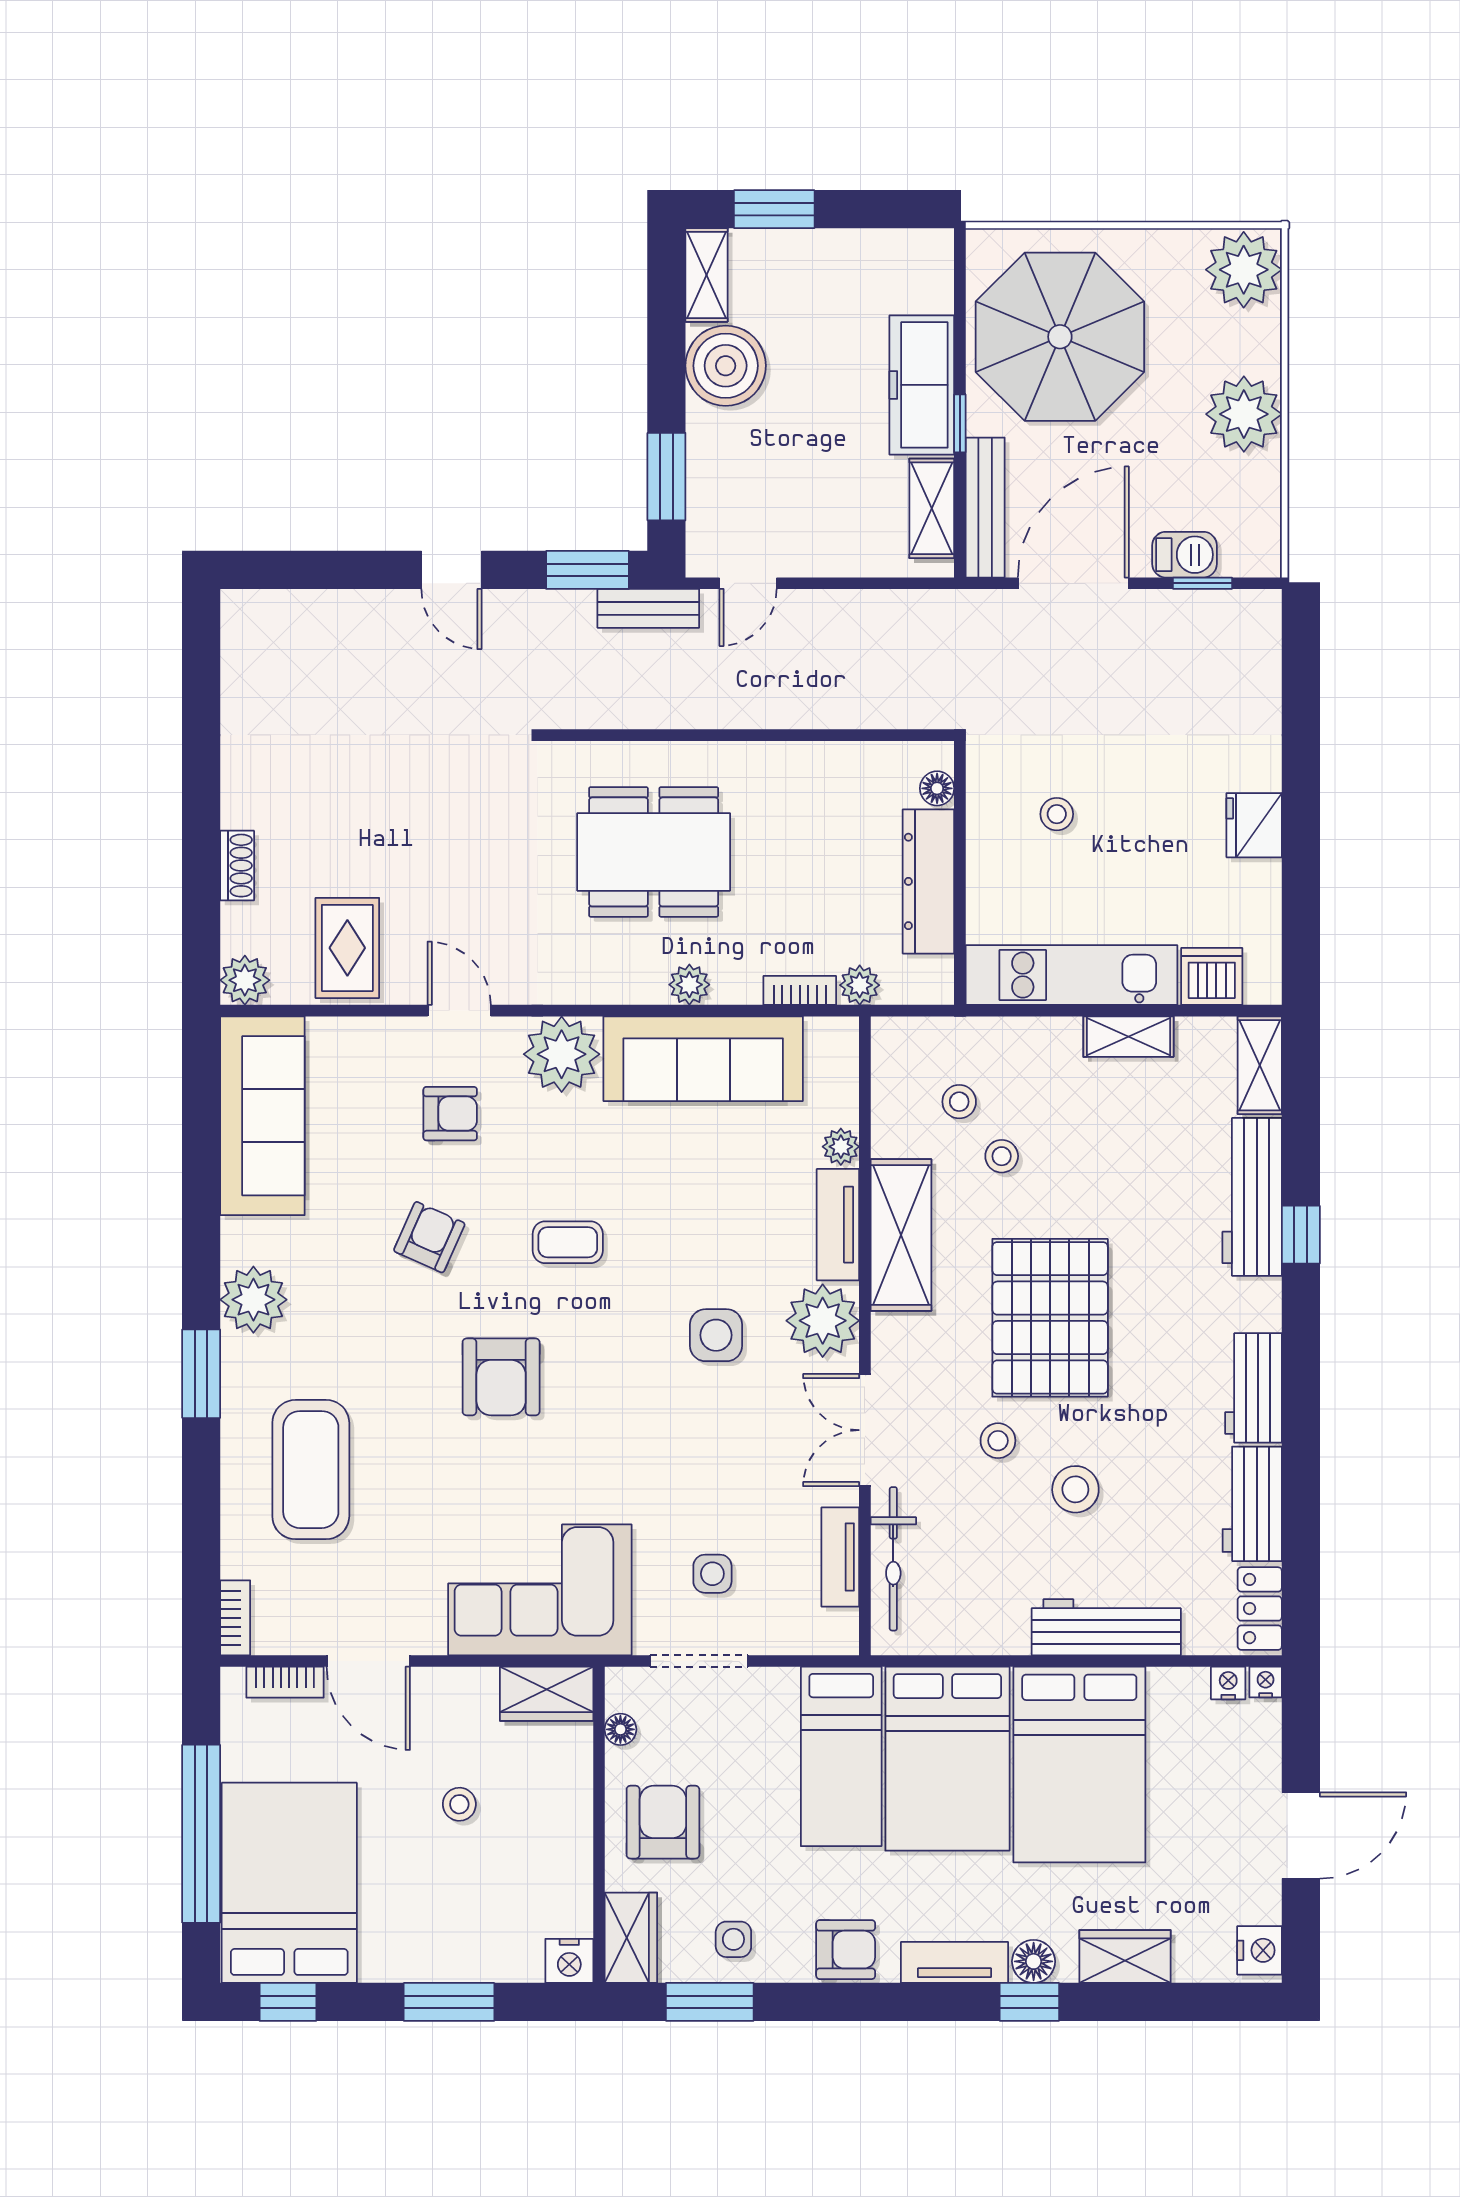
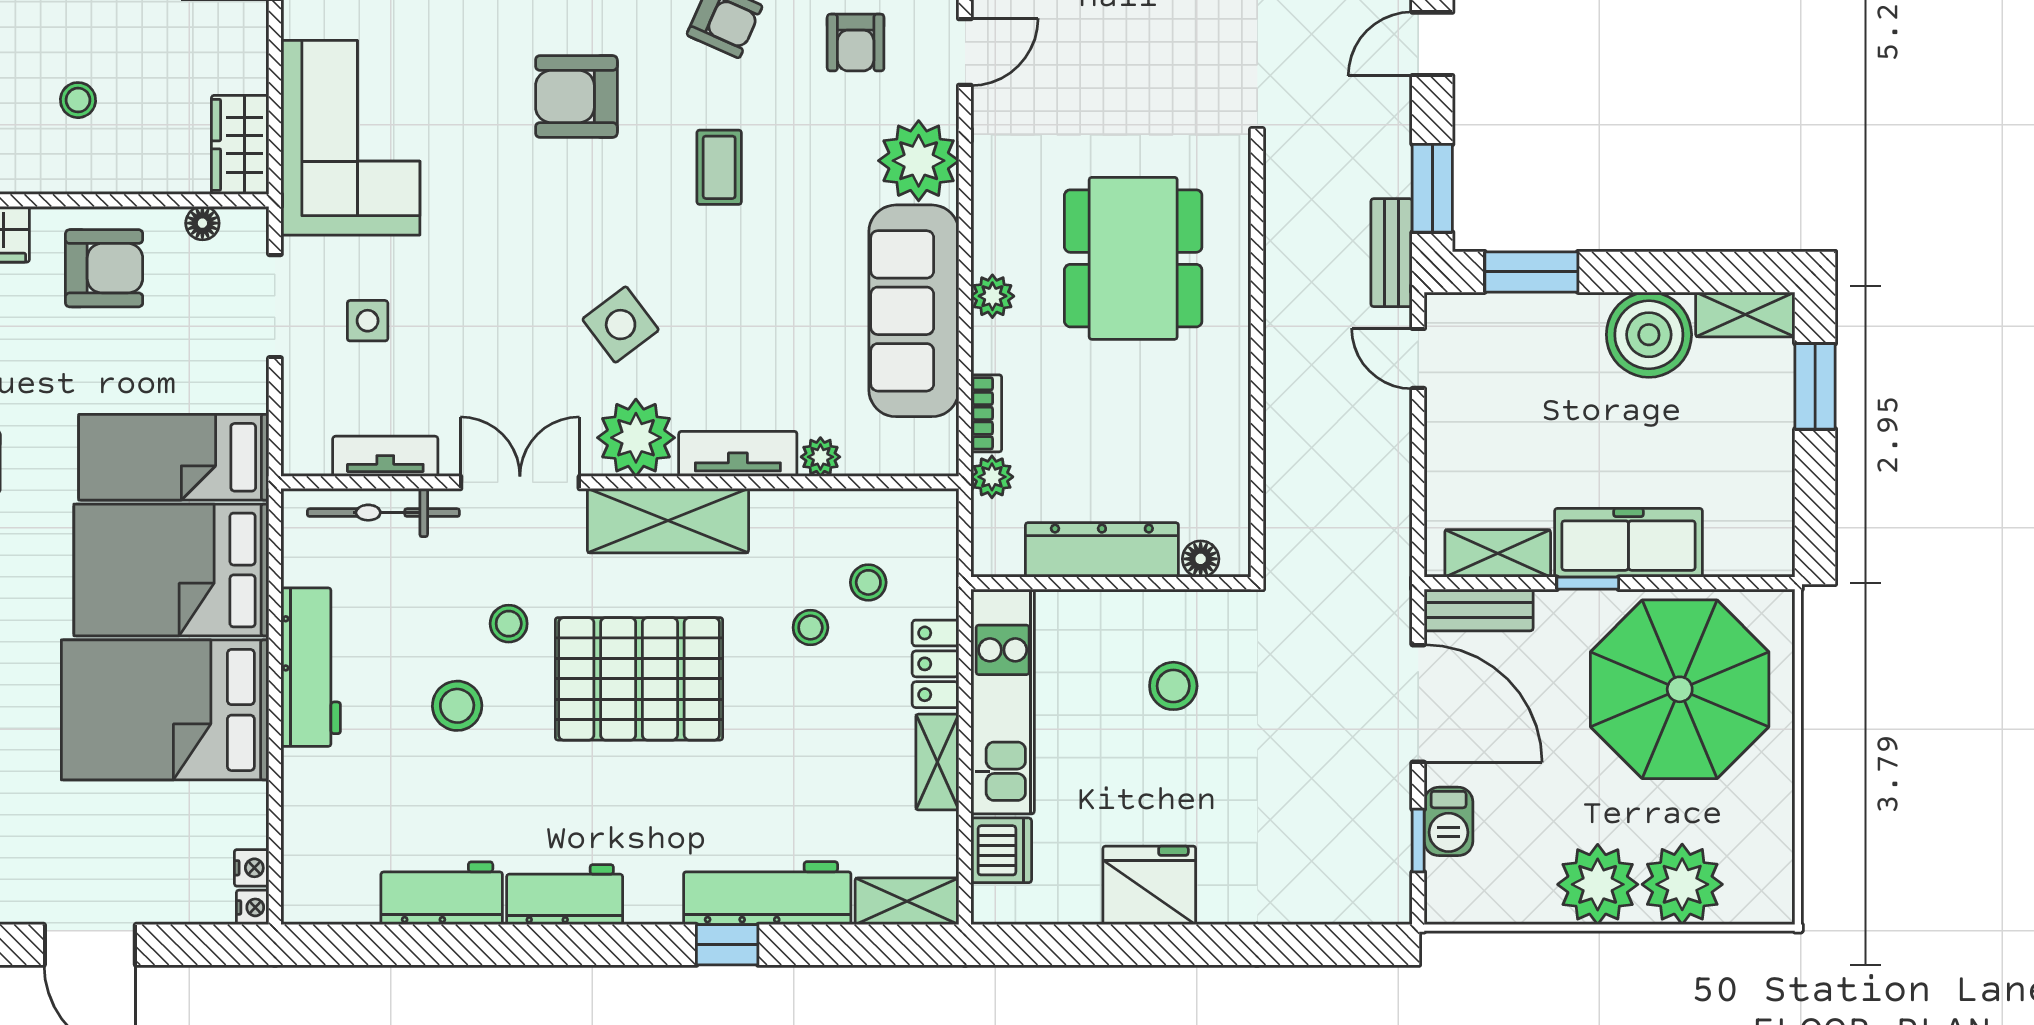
plant: (1244, 270) -> (1682, 884), moved
bench: (985, 508) -> (1479, 610), width x0.73
stool: (1057, 814) -> (1173, 686), width x1.37, depth x1.37
fridge: (1254, 825) -> (1149, 885), width x1.36, depth x1.34
shelving: (901, 1235) -> (668, 521), moved
side table: (716, 1335) -> (621, 325), turned -37
locker: (1260, 1609) -> (935, 664), moved, turned -90
workbench: (1106, 1627) -> (311, 667), moved
stool: (459, 1804) -> (78, 100), moved

